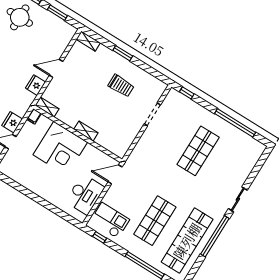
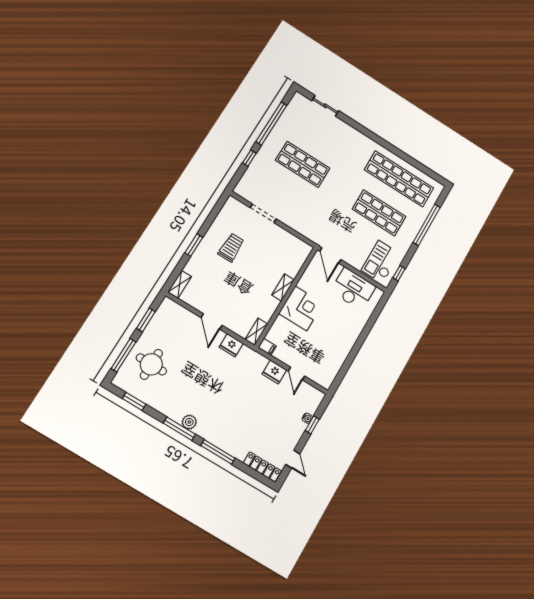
window: (187, 93) -> (249, 158), moved
corner desk: (60, 148) -> (301, 308), width x0.74, depth x0.74
sliding door: (238, 199) -> (325, 106), moved
window: (215, 236) -> (393, 149), removed

